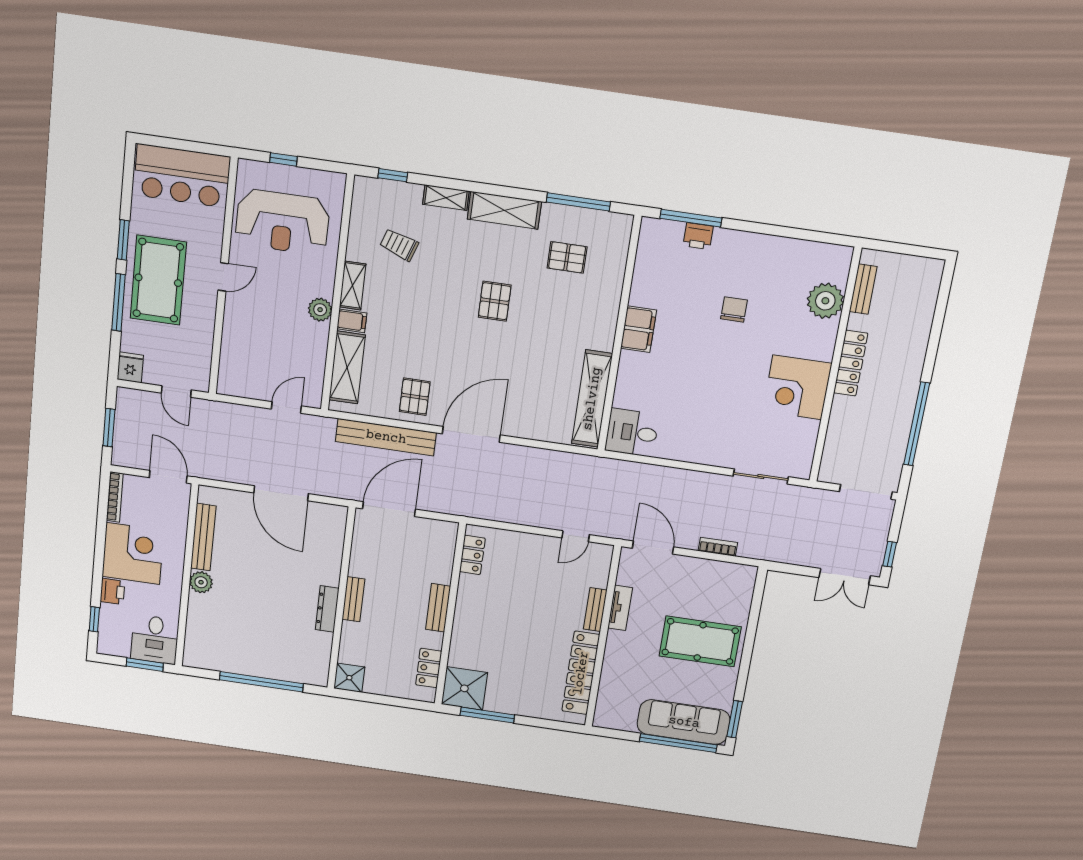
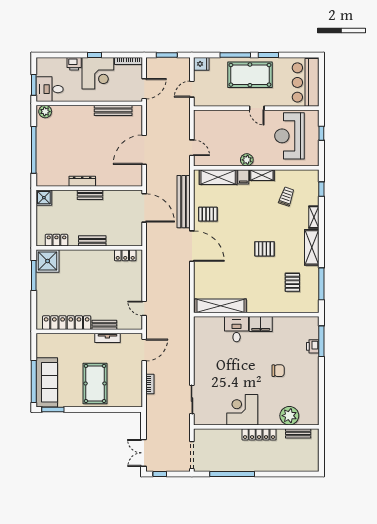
desk: (632, 433) -> (237, 329), moved
plant: (201, 582) -> (45, 112), moved
window: (94, 619) -> (94, 55), moved

